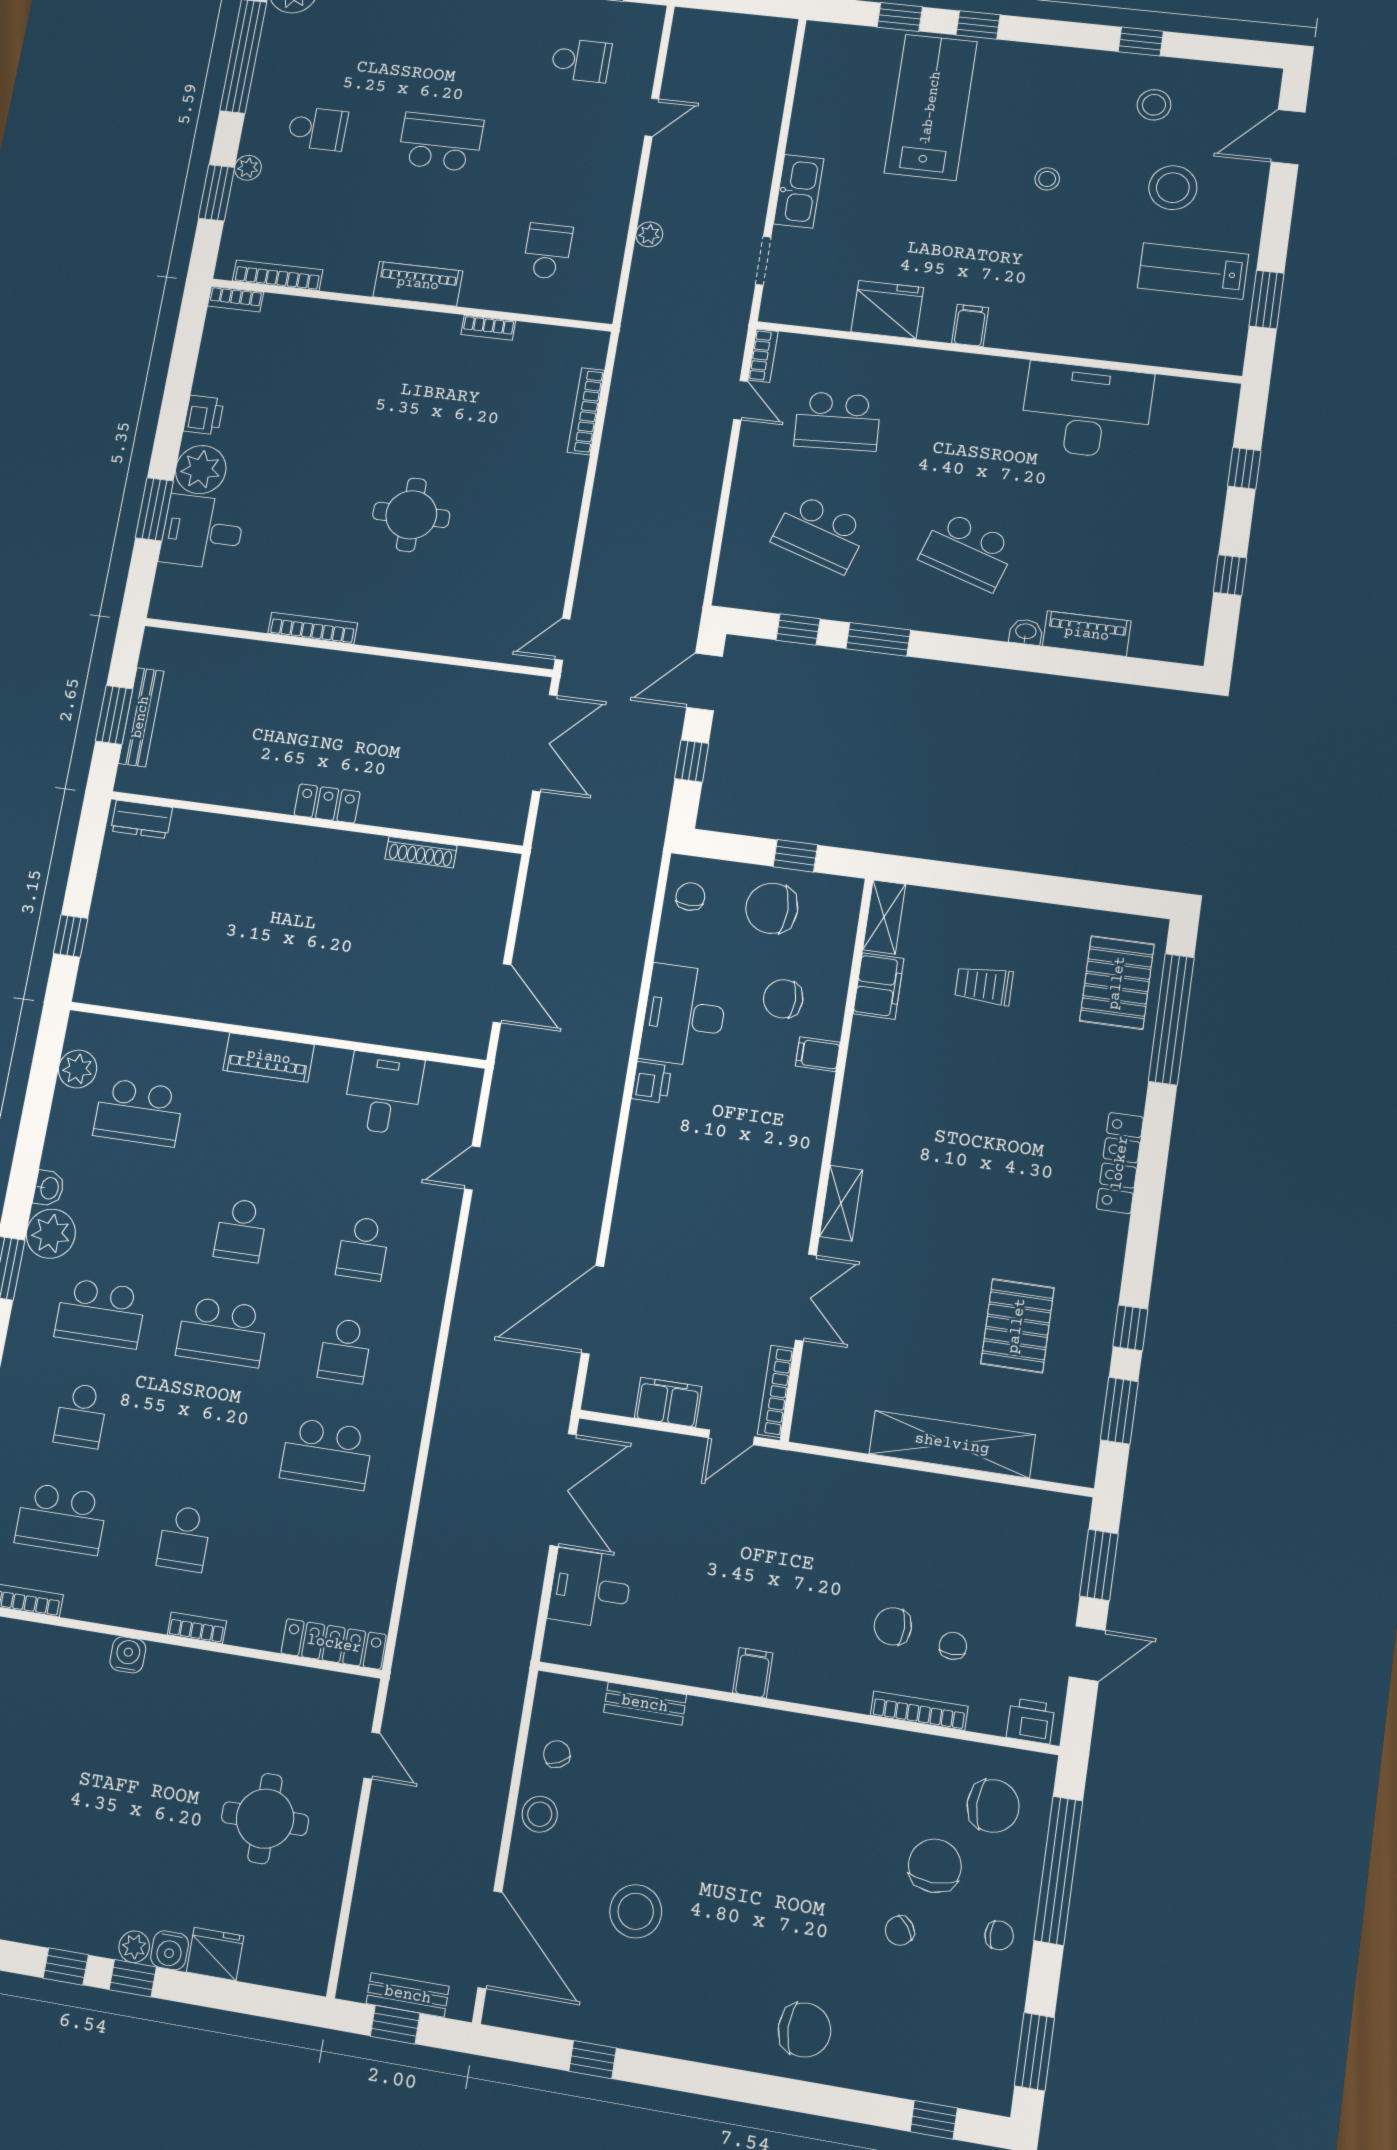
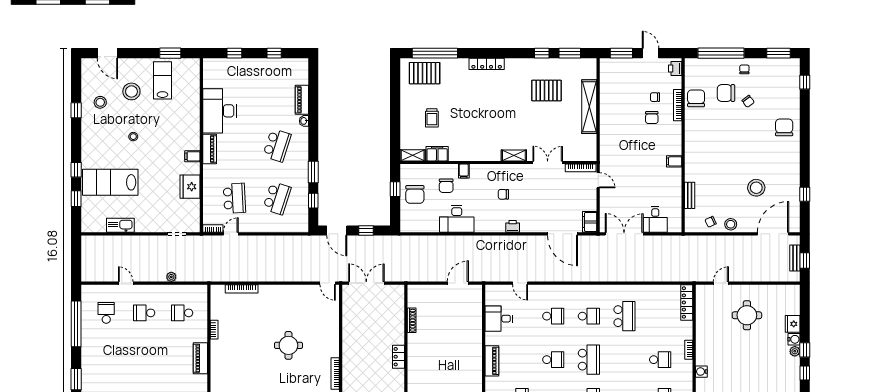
school desk: (440, 142) -> (144, 313), moved, width x0.54
kitchen sink: (799, 191) -> (120, 225), moved
lab bench: (1193, 271) -> (162, 80), turned 180
piano: (984, 372) -> (210, 149), added
chair: (690, 897) -> (503, 194), moved
printer: (651, 1082) -> (513, 226), moved
filing cabinet: (668, 1402) -> (590, 222), moved
chair: (993, 1806) -> (696, 98), moved

